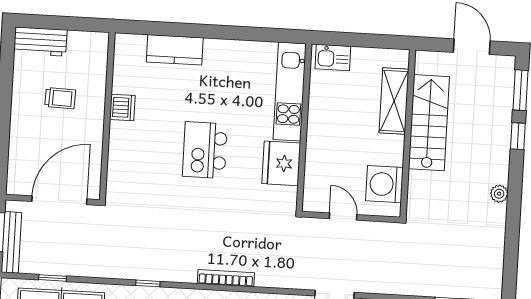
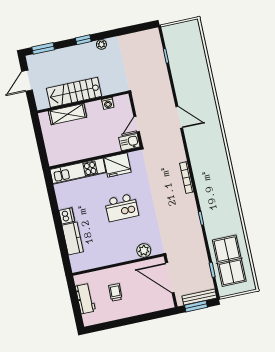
workbench: (40, 42) -> (85, 299), moved
kitchen sink: (333, 58) -> (129, 142), moved, turned -90
dishwasher: (122, 107) -> (67, 216), moved, turned 90
window: (518, 136) -> (83, 40), moved
plant: (119, 168) -> (144, 250), added
washing machine: (384, 184) -> (108, 103), width x0.53, depth x0.53

